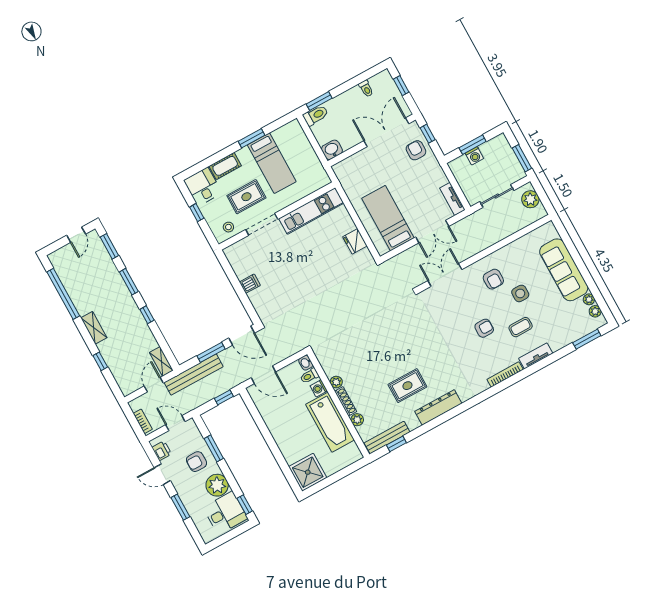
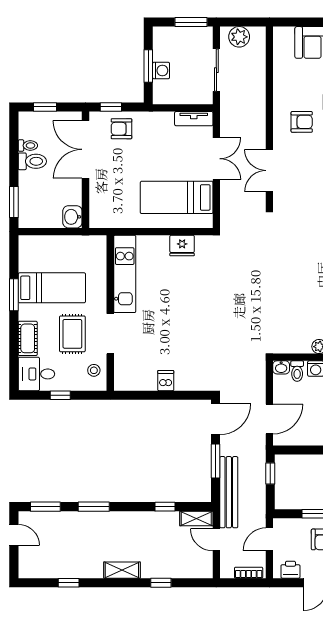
toilet: (316, 115) -> (32, 161), moved, turned 90
window: (63, 294) -> (69, 583), width x0.32
window: (147, 315) -> (165, 507), moved

